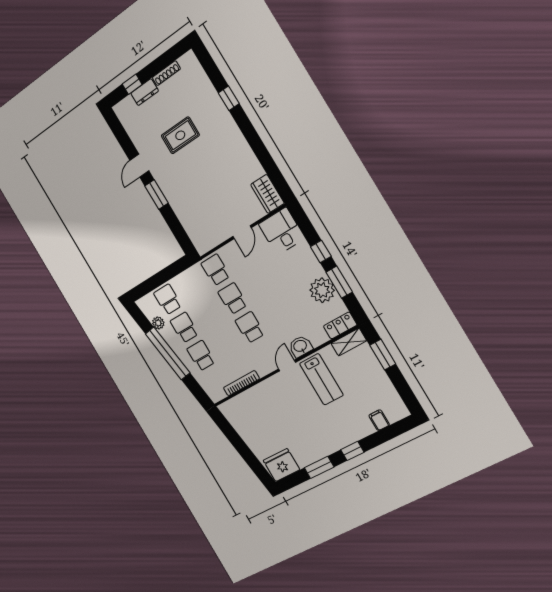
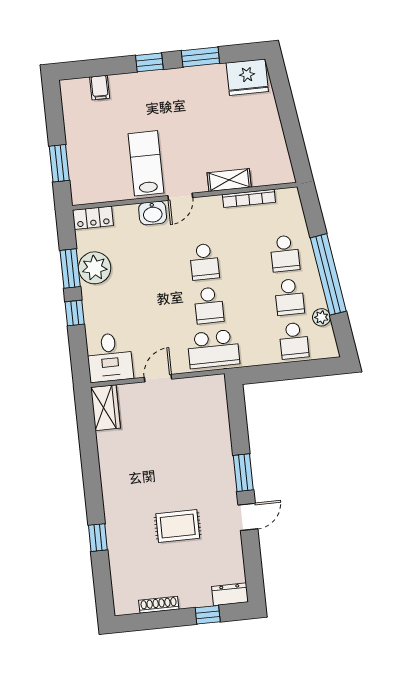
dresser: (145, 92) -> (230, 594), moved
school desk: (215, 270) -> (213, 349), width x1.85
shelving: (349, 342) -> (229, 180), moved

